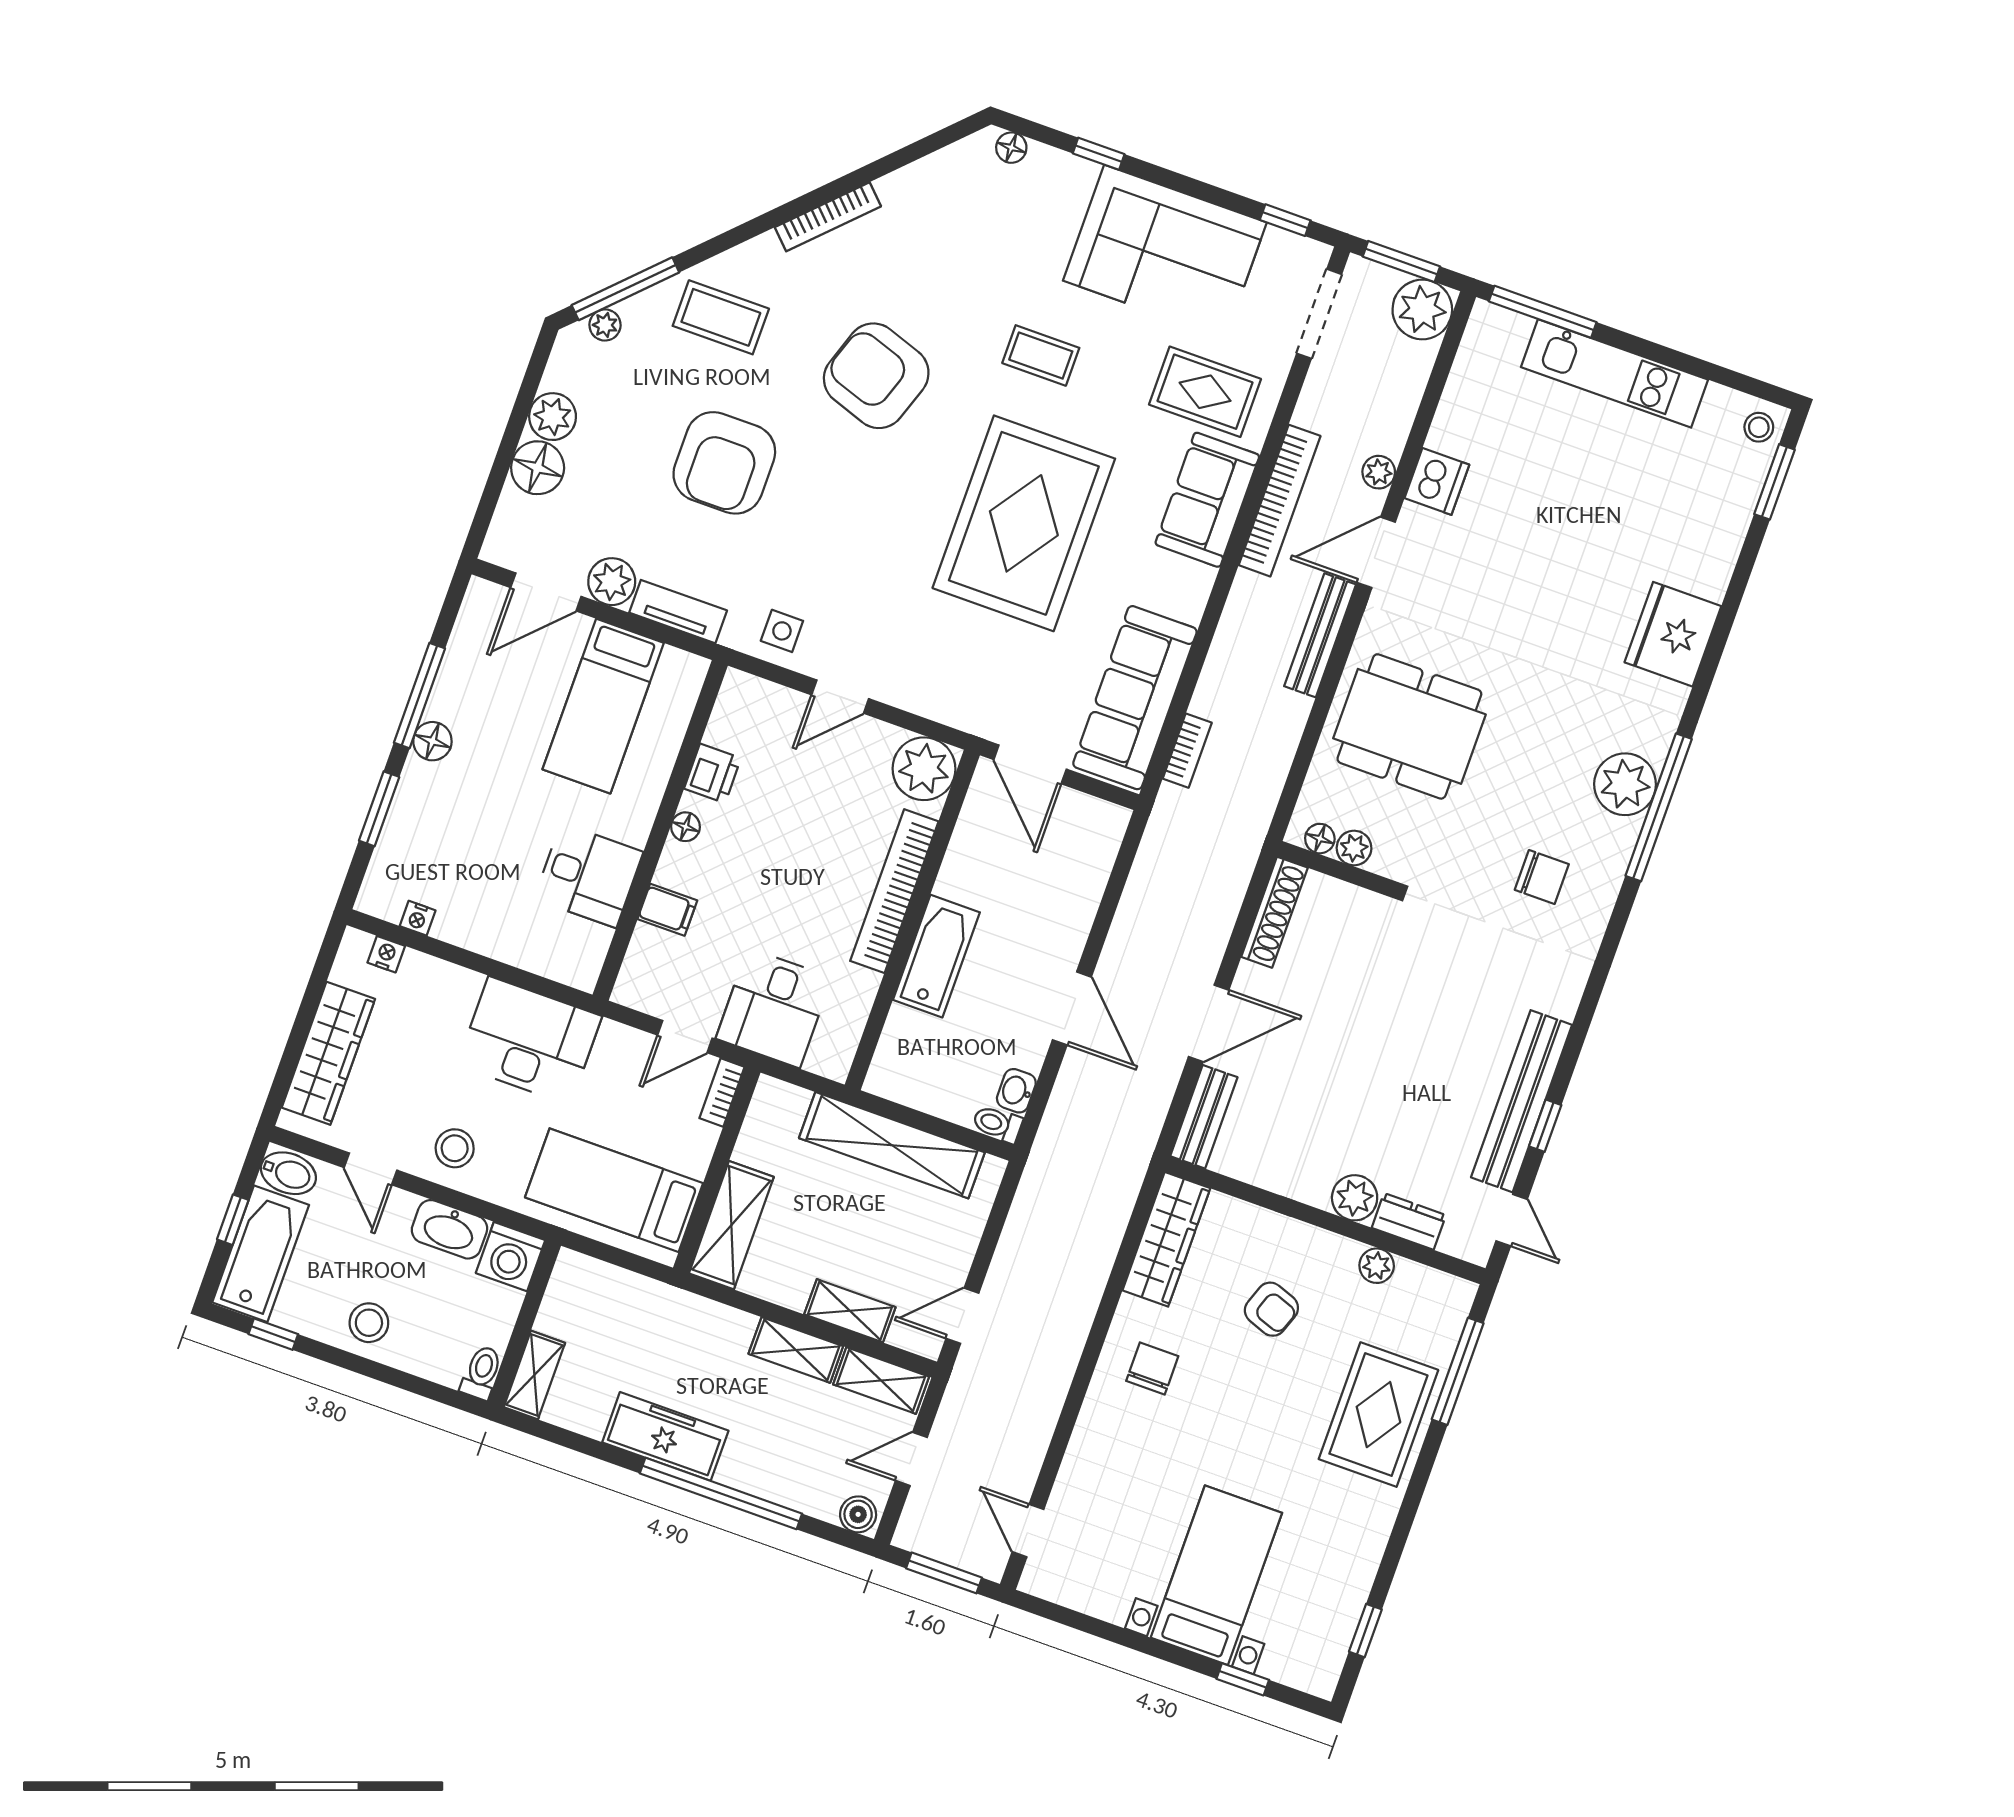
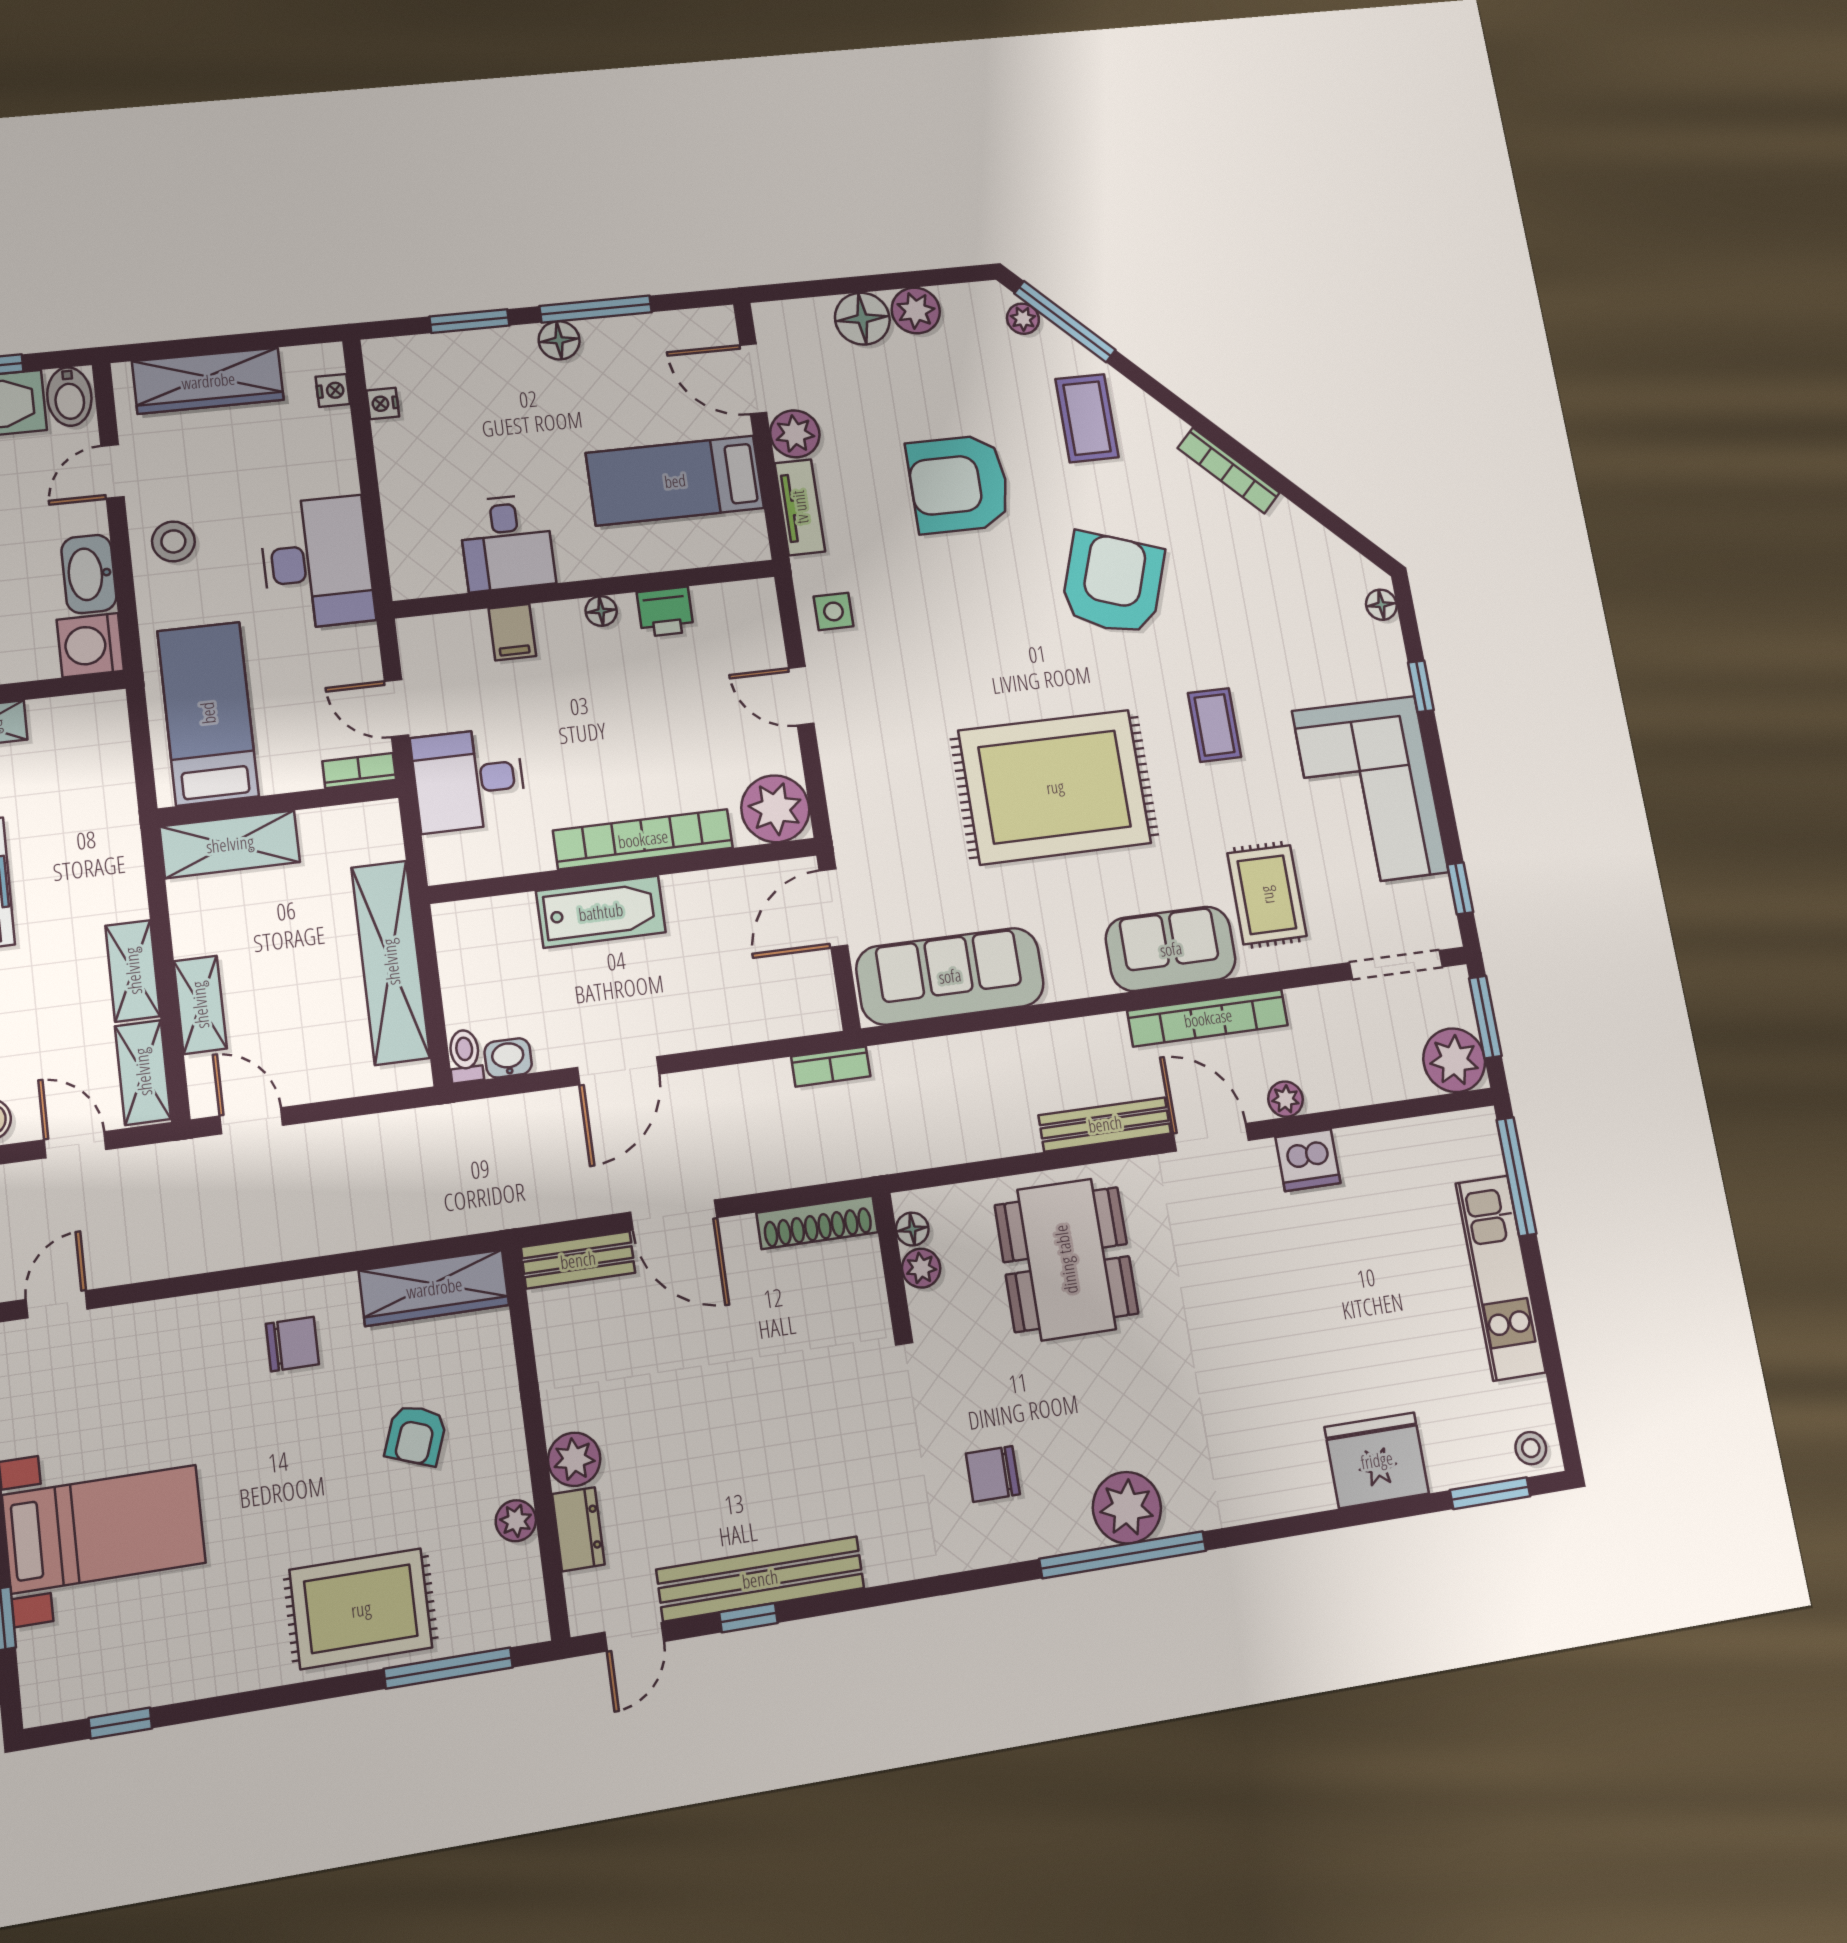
fridge: (1673, 634) -> (1377, 1460), moved
bookcase: (1187, 751) -> (831, 1066), moved
chair: (1542, 877) -> (993, 1474), turned 90

